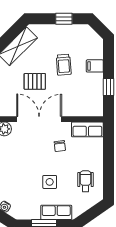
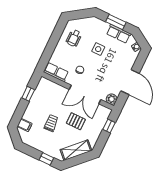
window: (64, 19) -> (46, 159), moved
filing cabinet: (95, 66) -> (25, 125), moved
row of seats: (56, 212) -> (119, 34), moved

